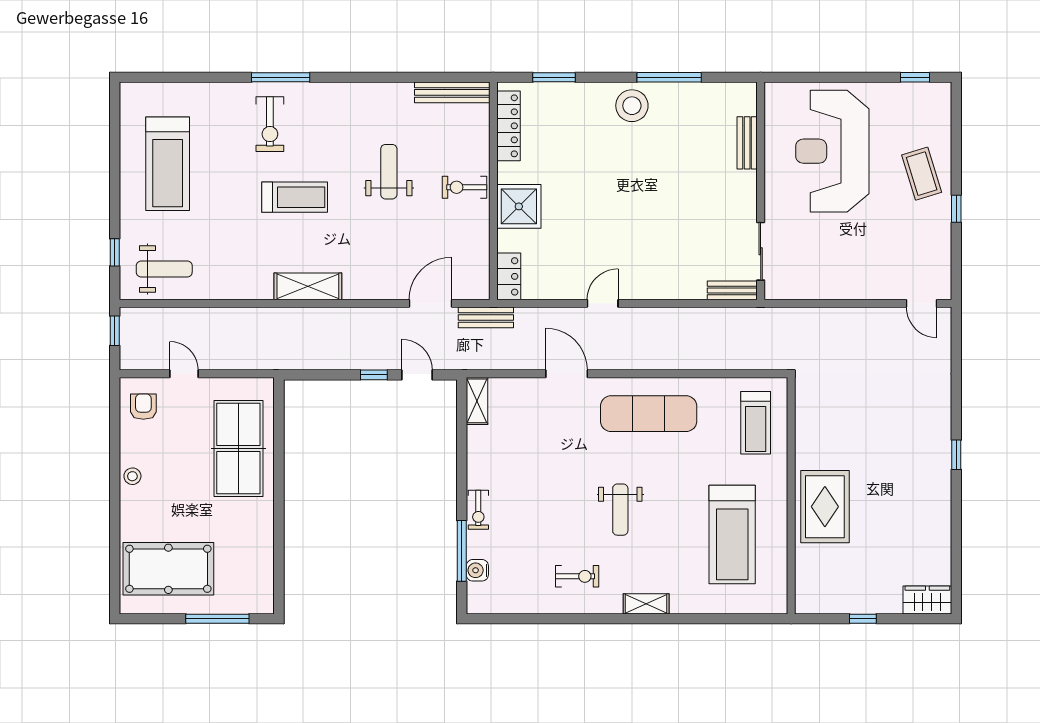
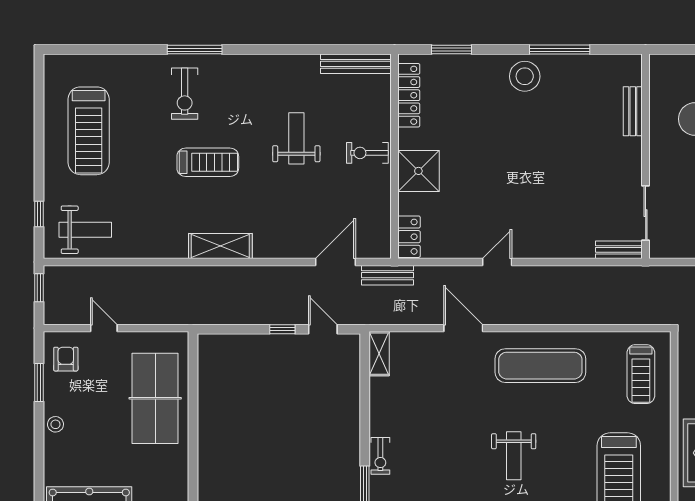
window: (115, 432) -> (39, 383), added

